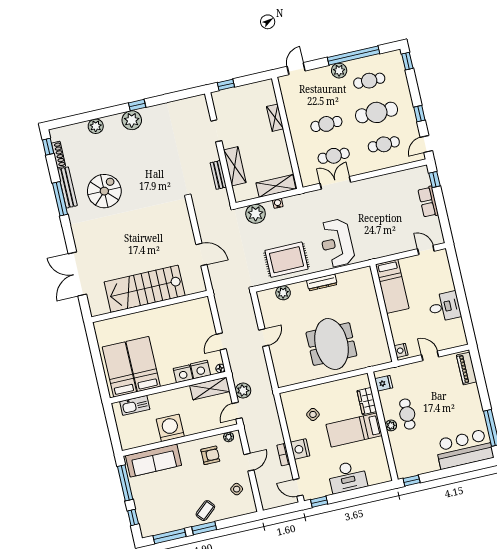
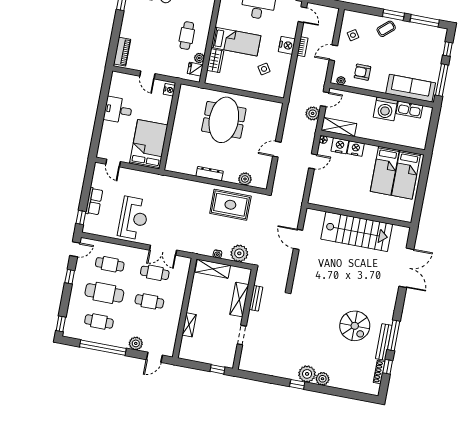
plant: (339, 71) -> (136, 343), moved
plant: (96, 126) -> (323, 379), moved
window: (48, 147) -> (388, 367), moved
spiral stairs: (104, 191) -> (355, 326), turned -90
reception desk: (337, 243) -> (134, 218), moved
bed: (392, 286) -> (149, 144), width x1.50
kitchen sink: (135, 405) -> (409, 110), moved, turned 180
plant: (391, 425) -> (199, 58), moved

